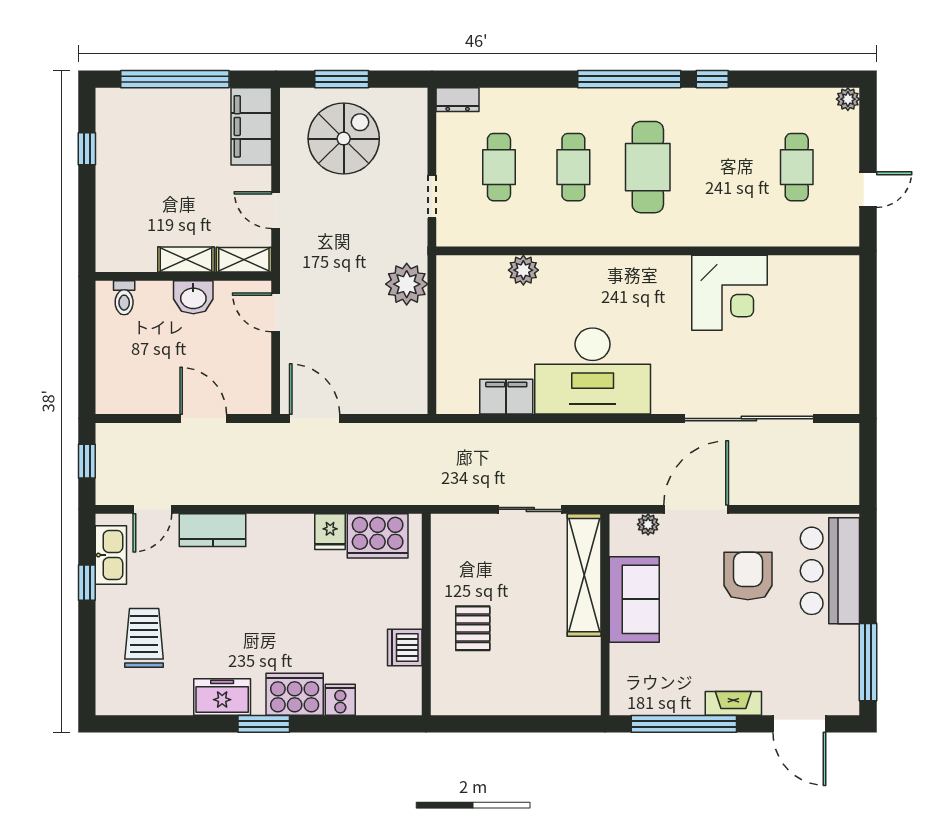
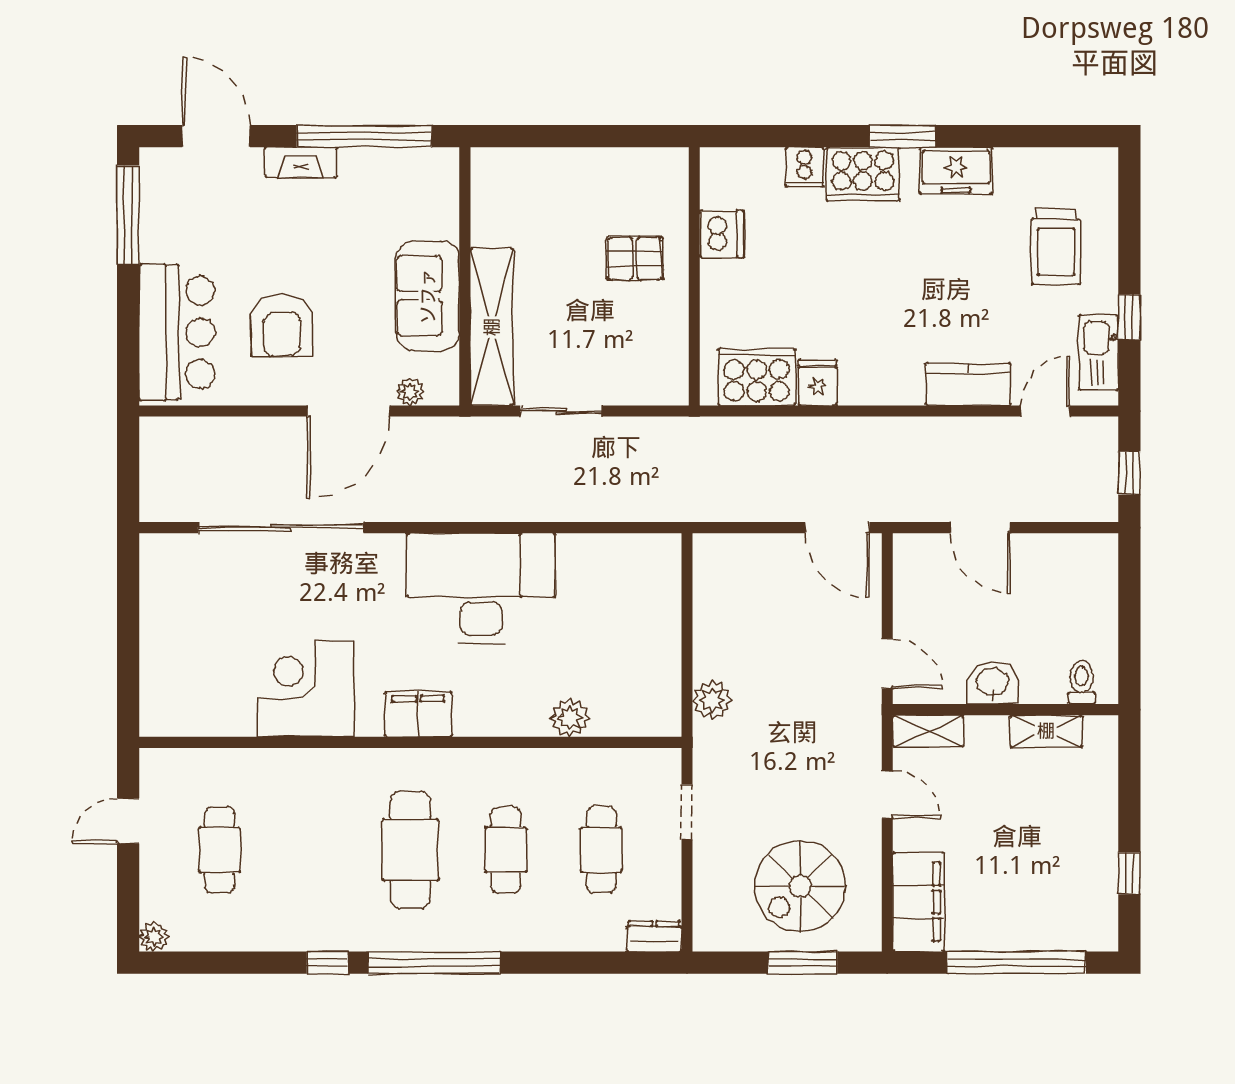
shelving: (186, 260) -> (1046, 731), moved
plant: (407, 284) -> (712, 700), width x0.73, depth x0.73
filing cabinet: (506, 397) -> (418, 714), moved, turned 180
pallet: (473, 628) -> (635, 259), turned 90

